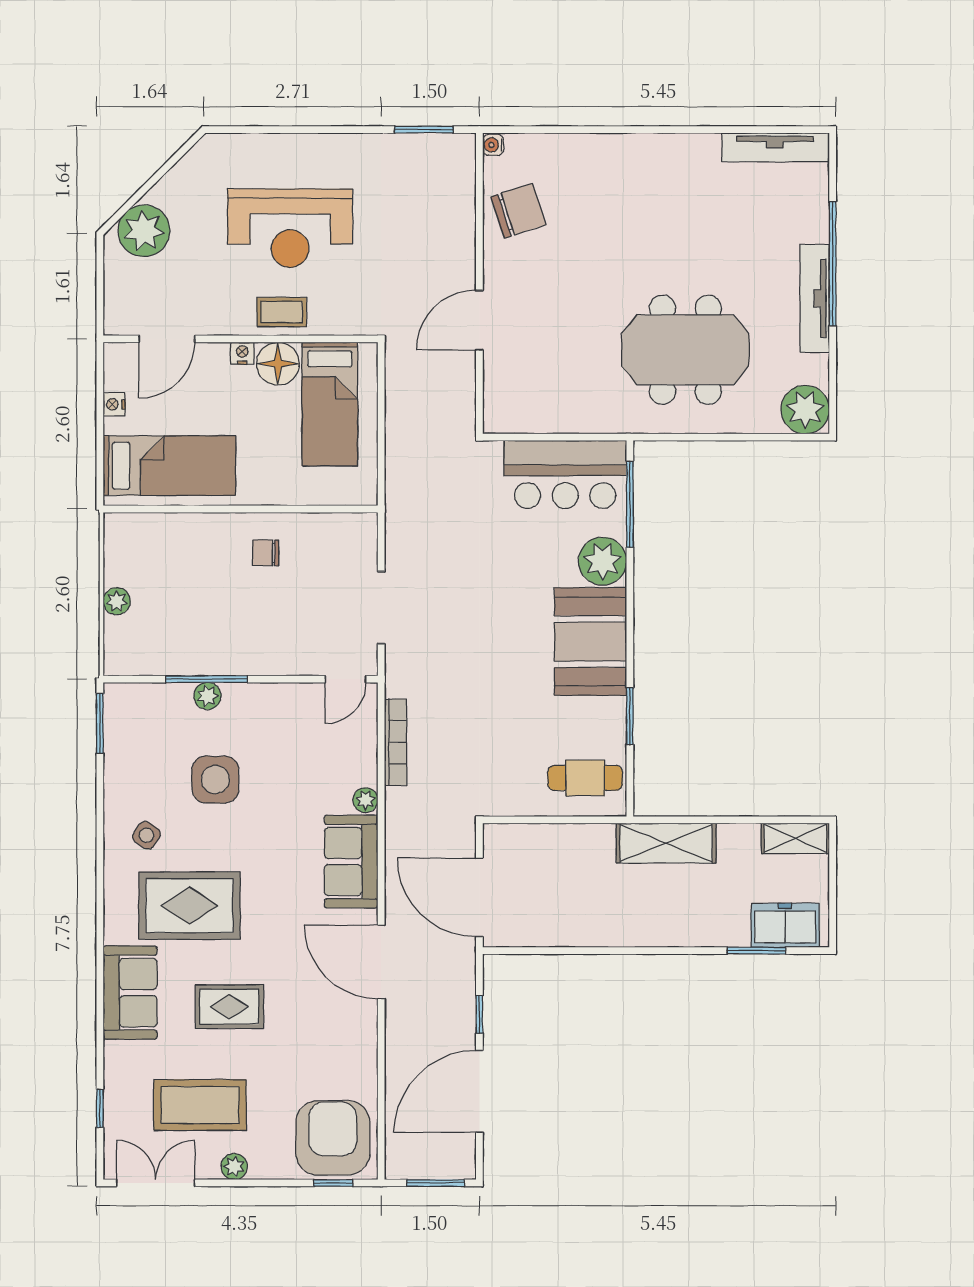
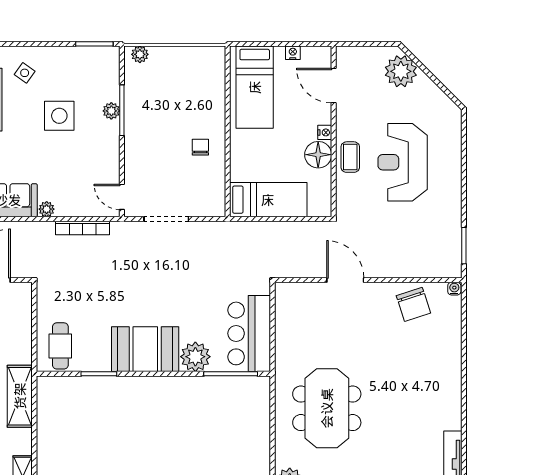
bed: (330, 404) -> (268, 200), moved, turned 180
plant: (117, 601) -> (140, 54), moved

